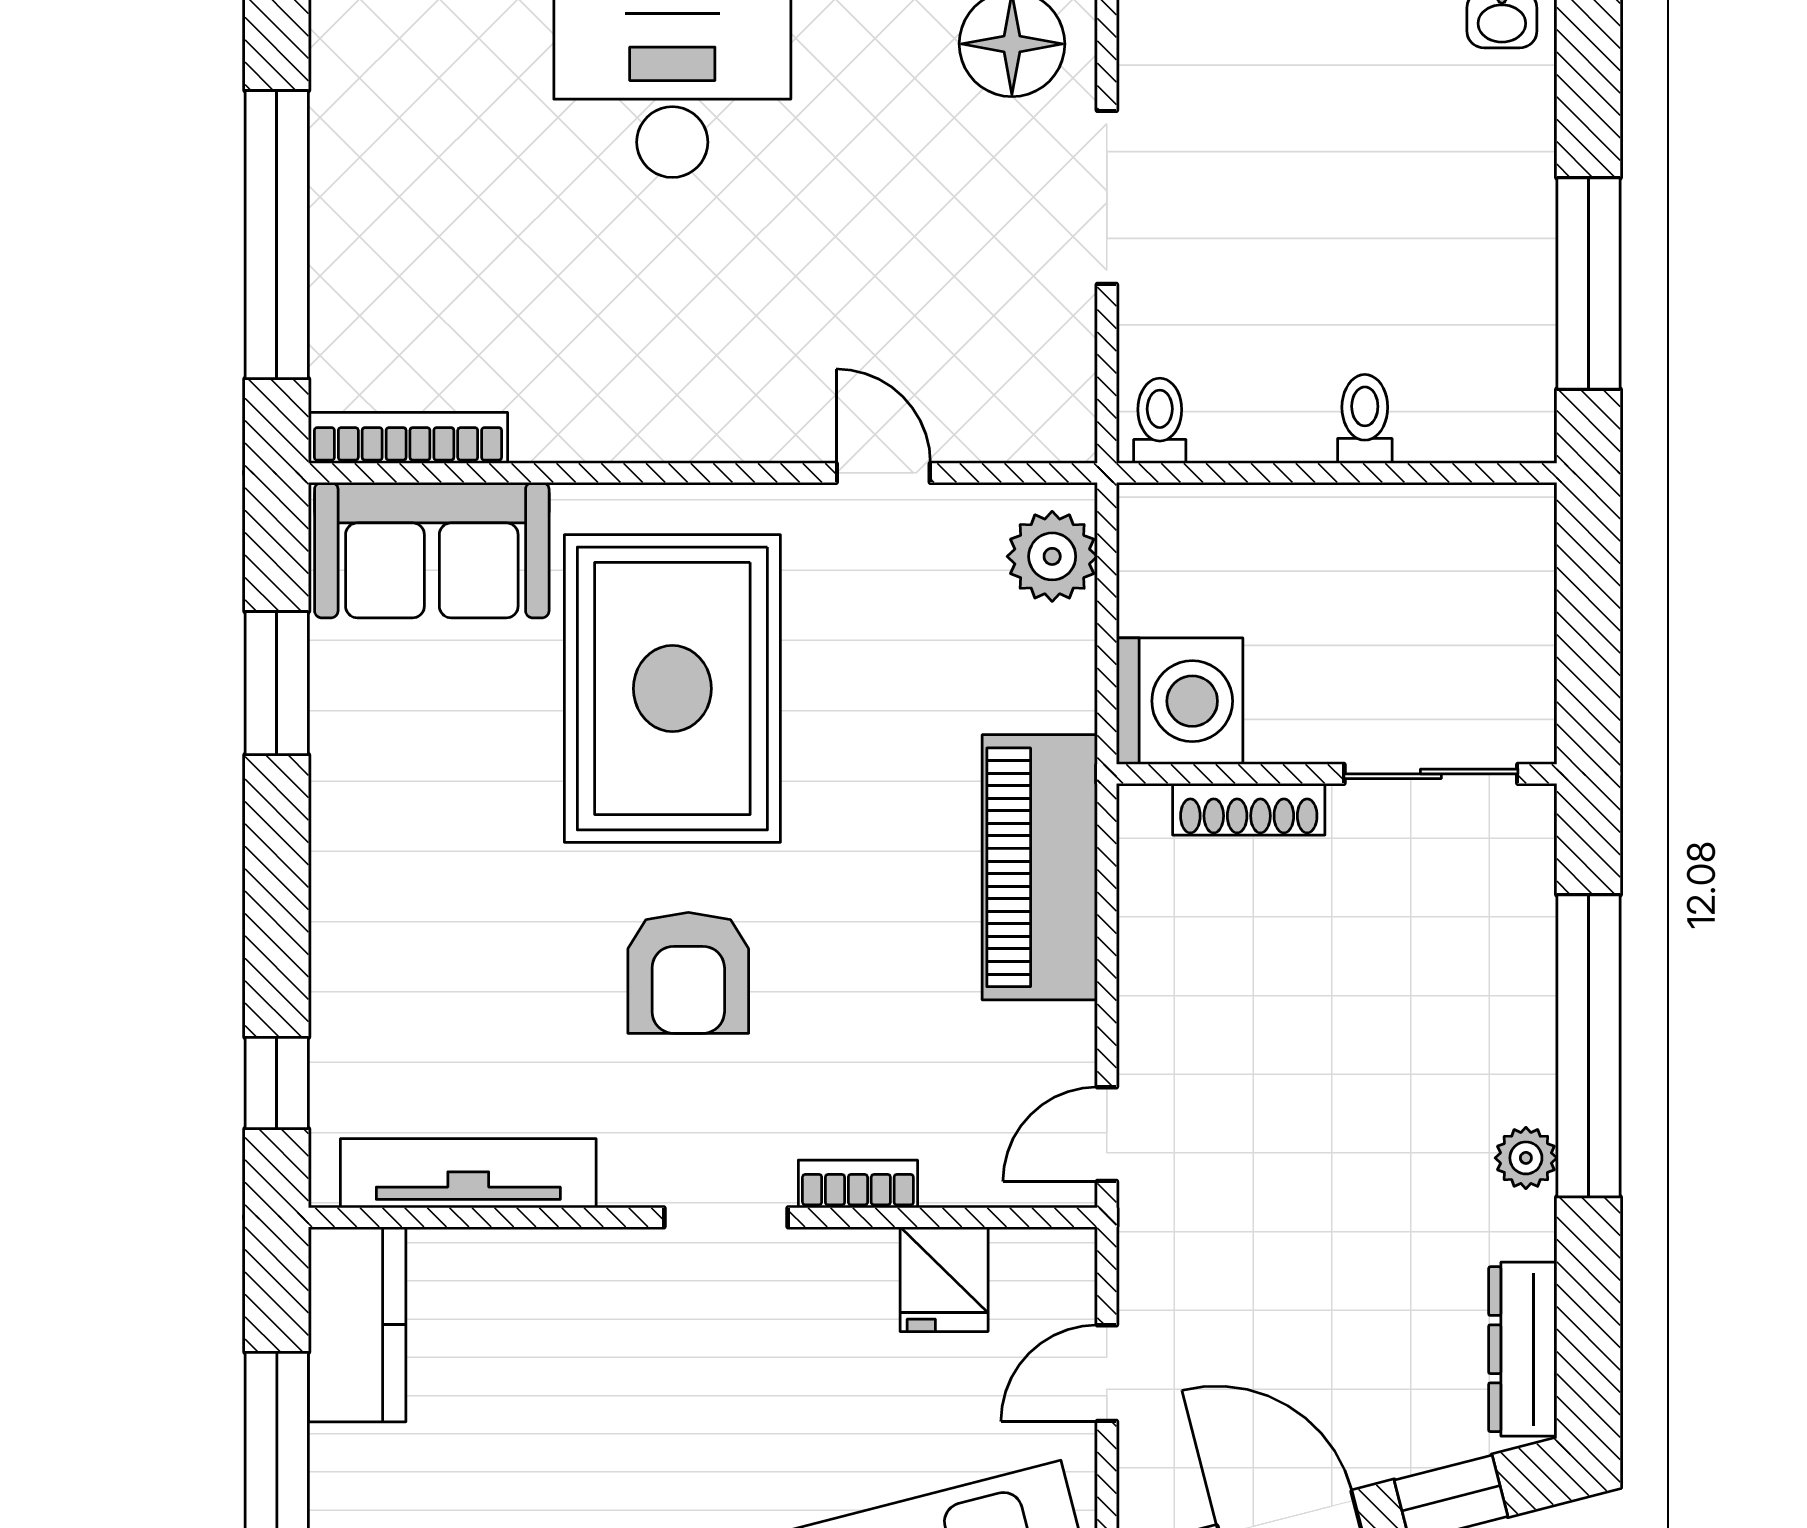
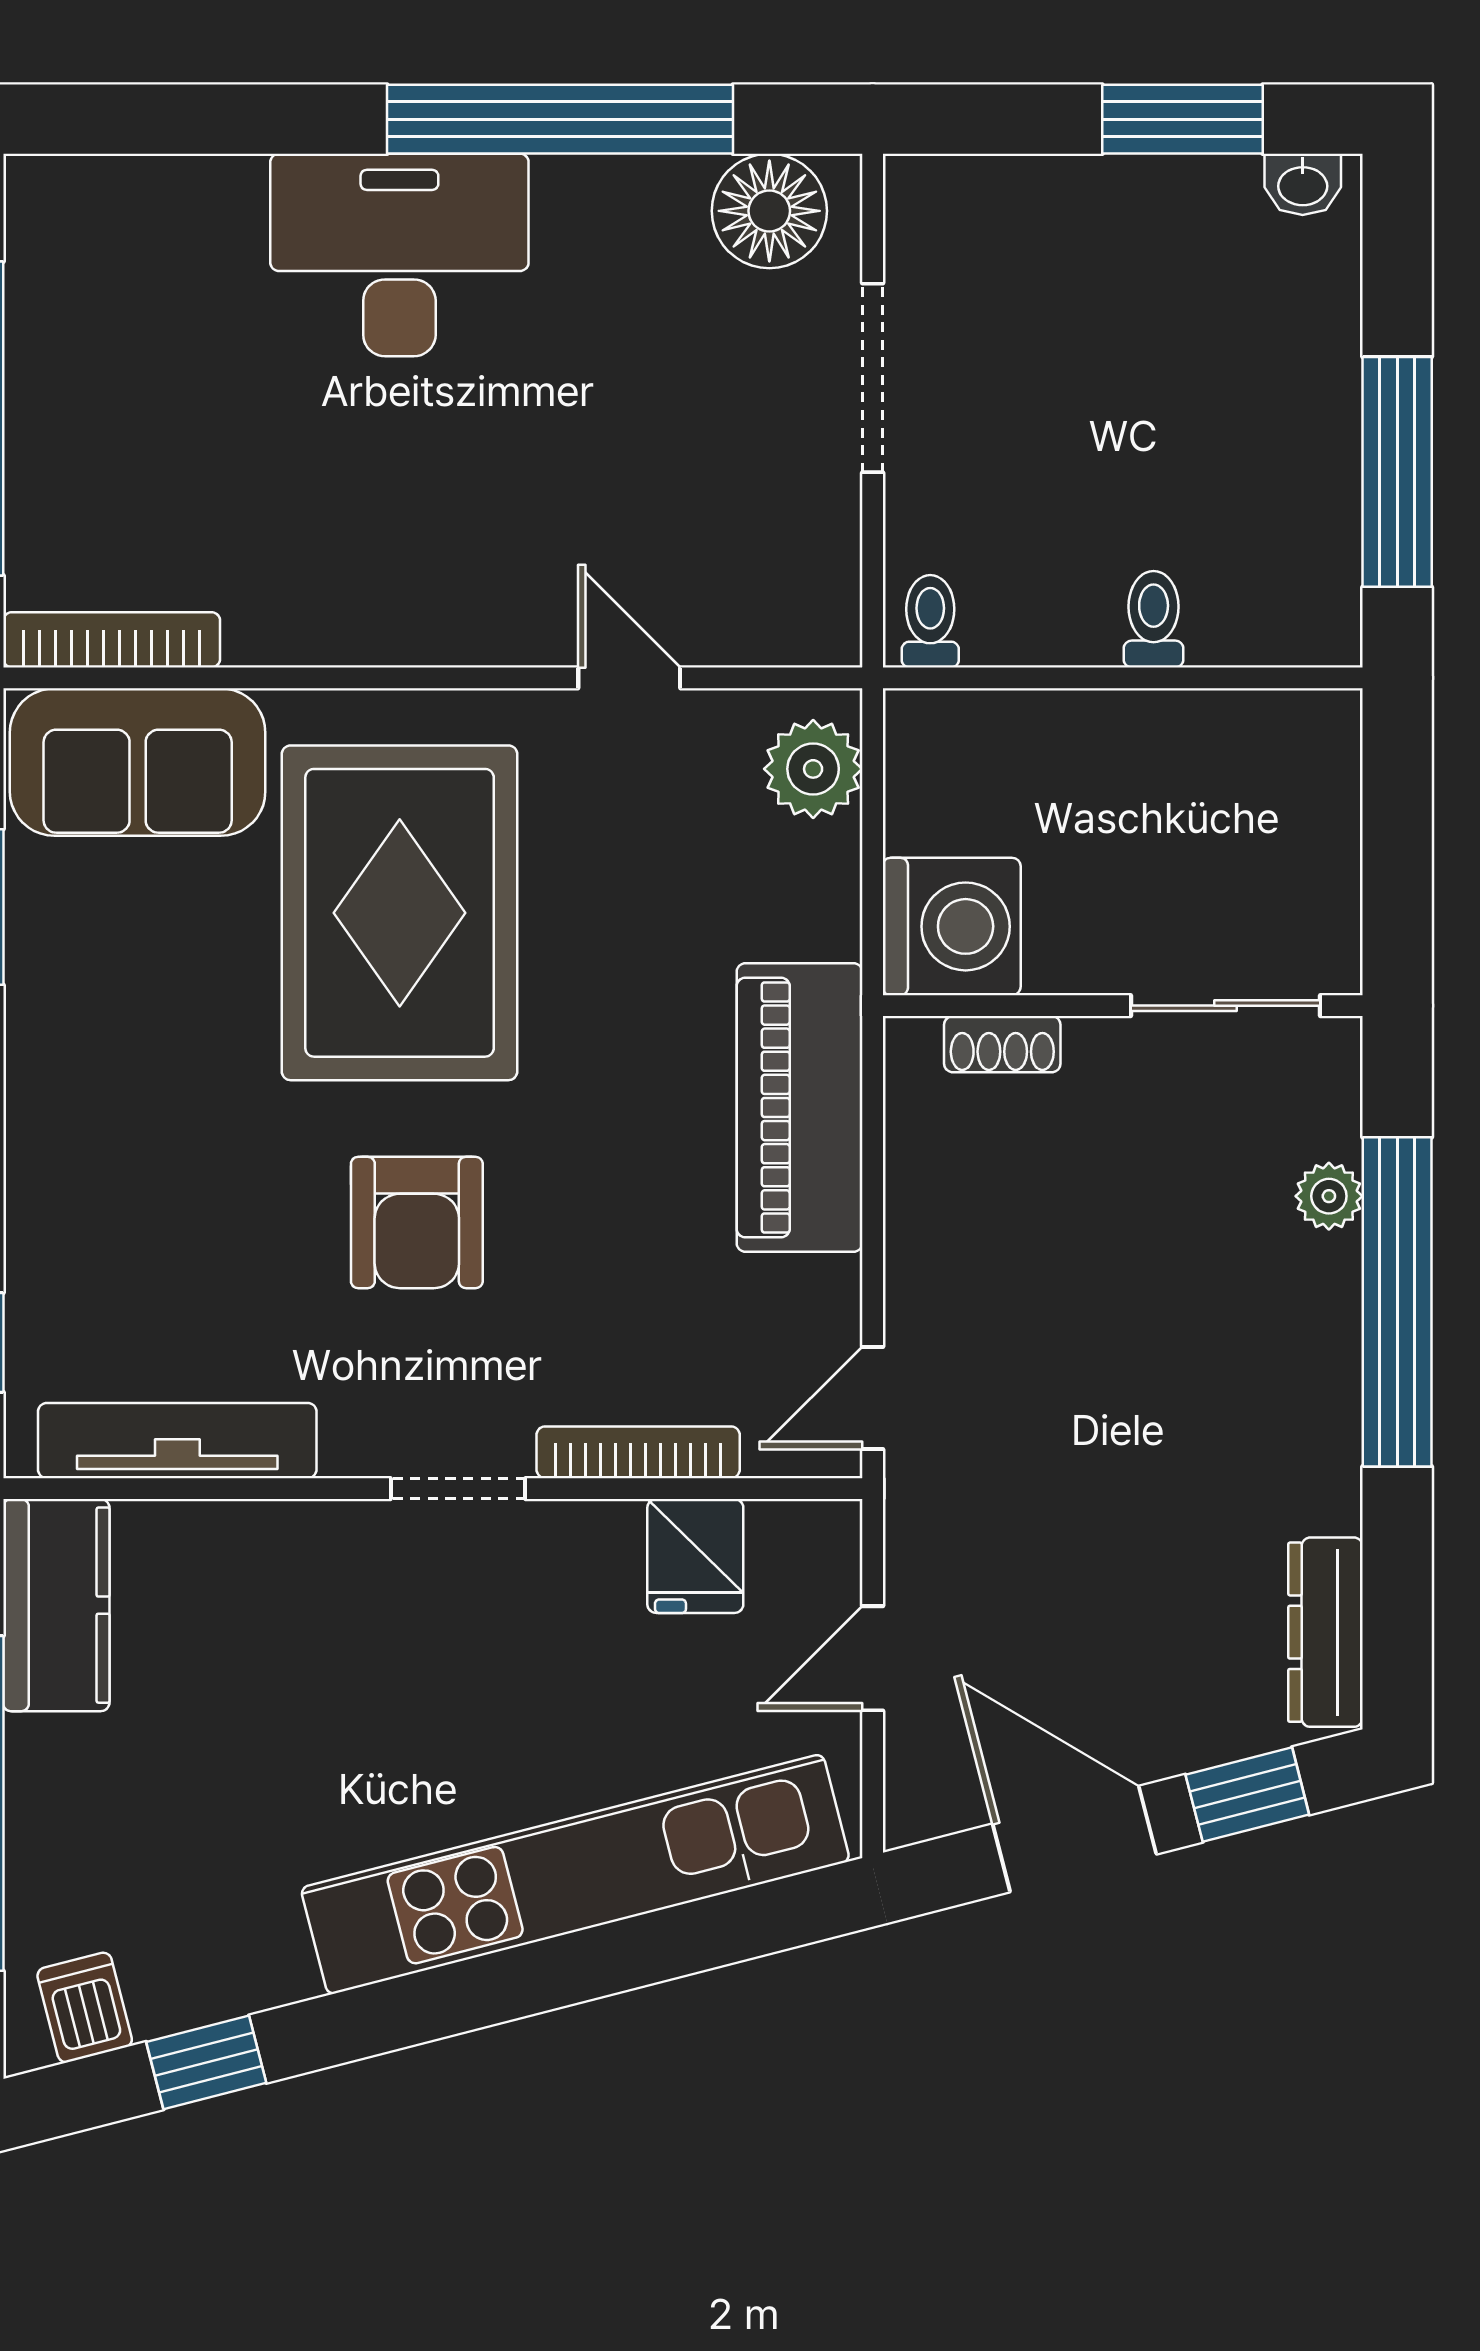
shoe rack: (1249, 809) -> (1002, 1044), width x0.70
plant: (1526, 1158) -> (1329, 1196), moved
bookcase: (858, 1184) -> (638, 1452), width x1.56

